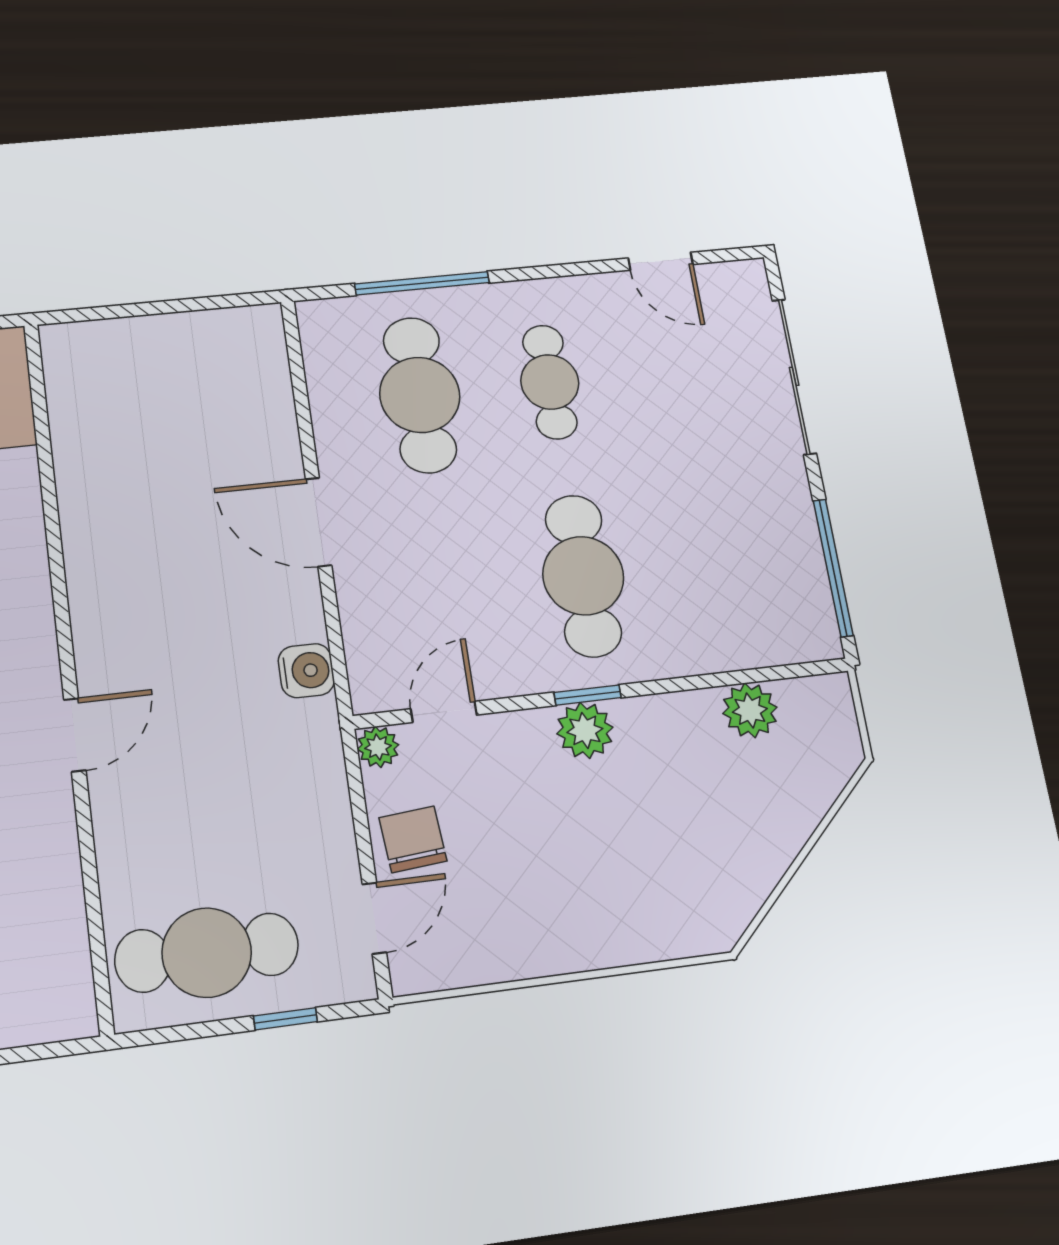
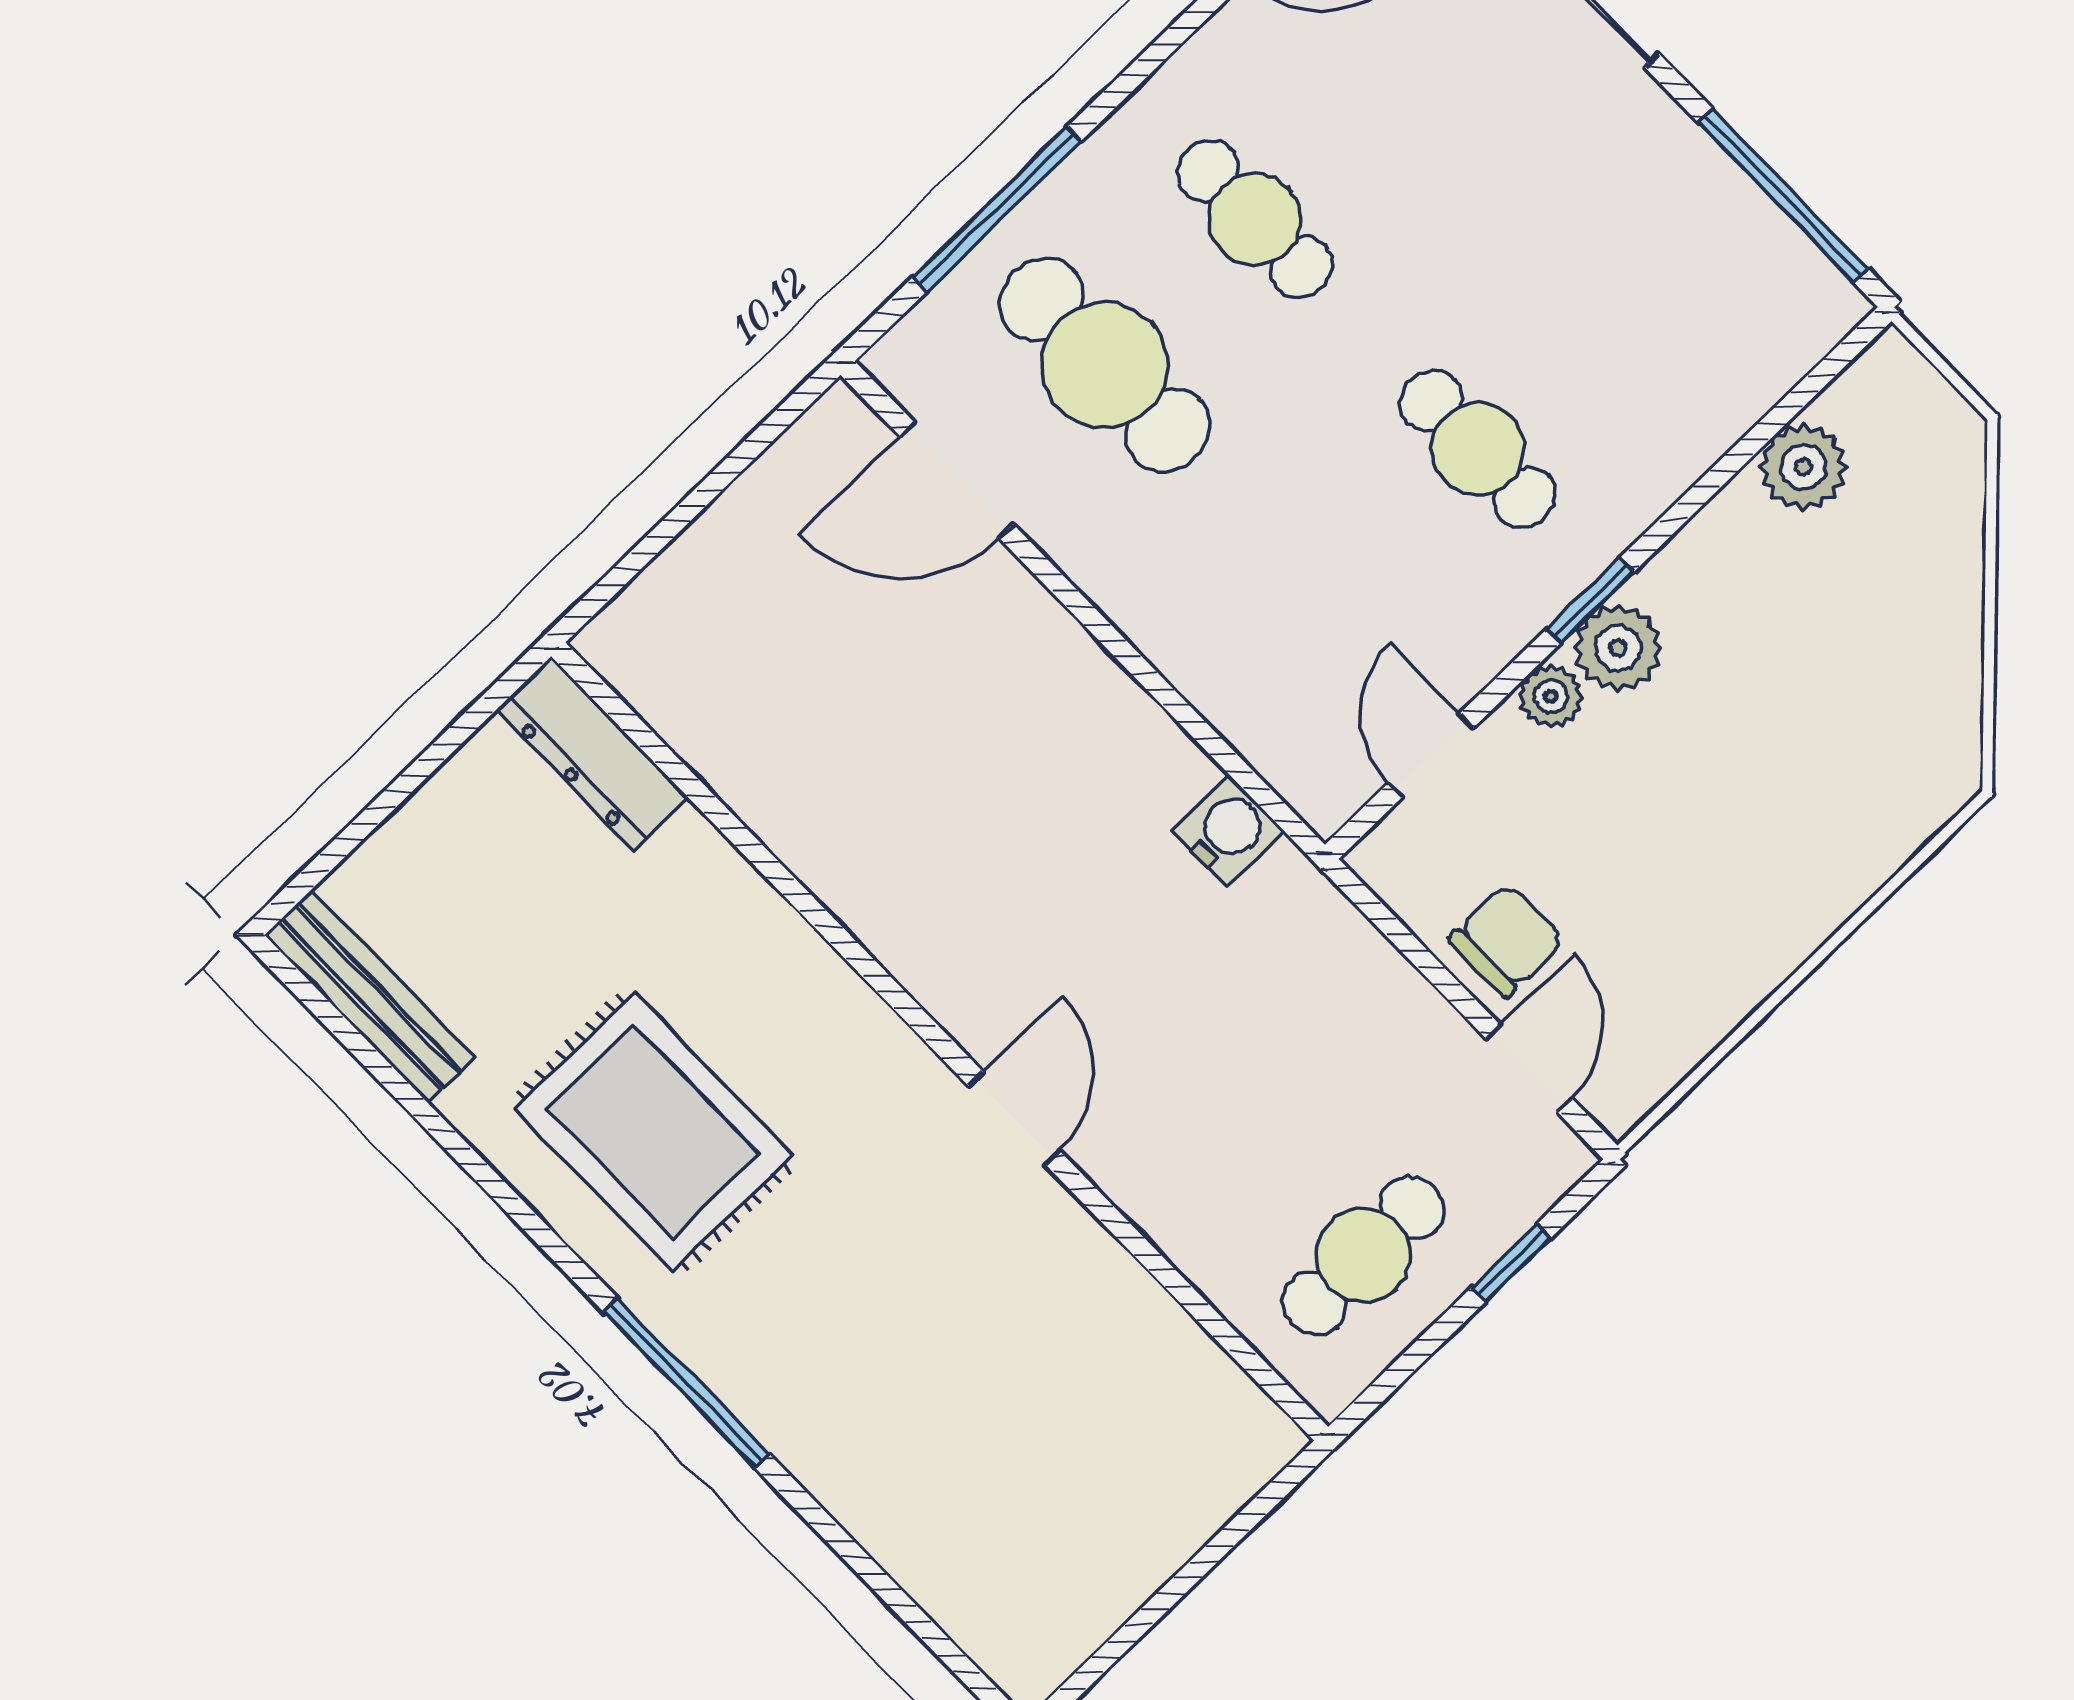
door: (319, 522) -> (957, 480), moved
cafe table: (583, 576) -> (1478, 449), width x0.73, depth x0.74
plant: (378, 747) -> (1551, 696), moved
chair: (413, 839) -> (1506, 940), turned 95
cafe table: (207, 953) -> (1363, 1255), width x0.73, depth x0.74

